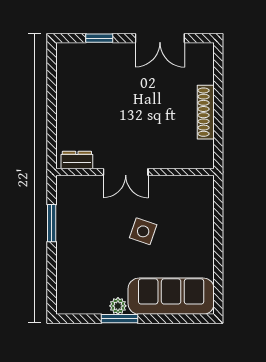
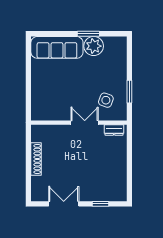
side table: (143, 231) -> (106, 100), moved
plant: (118, 306) -> (94, 46), width x1.88, depth x1.88

